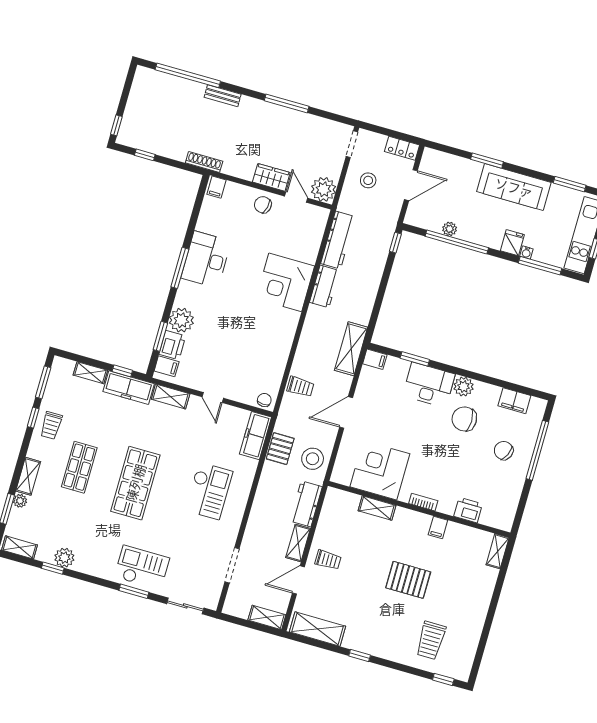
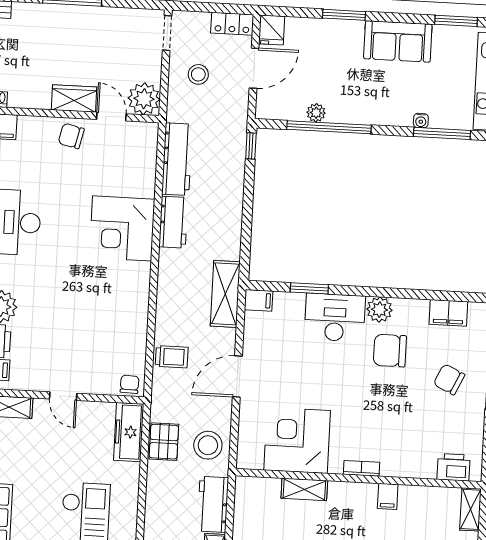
sofa: (514, 187) -> (398, 41), width x0.73
fridge: (512, 243) -> (272, 30), moved, turned 180
printer: (468, 510) -> (454, 467), moved

